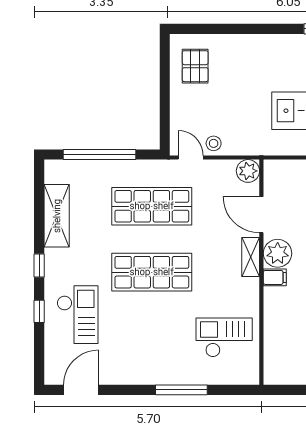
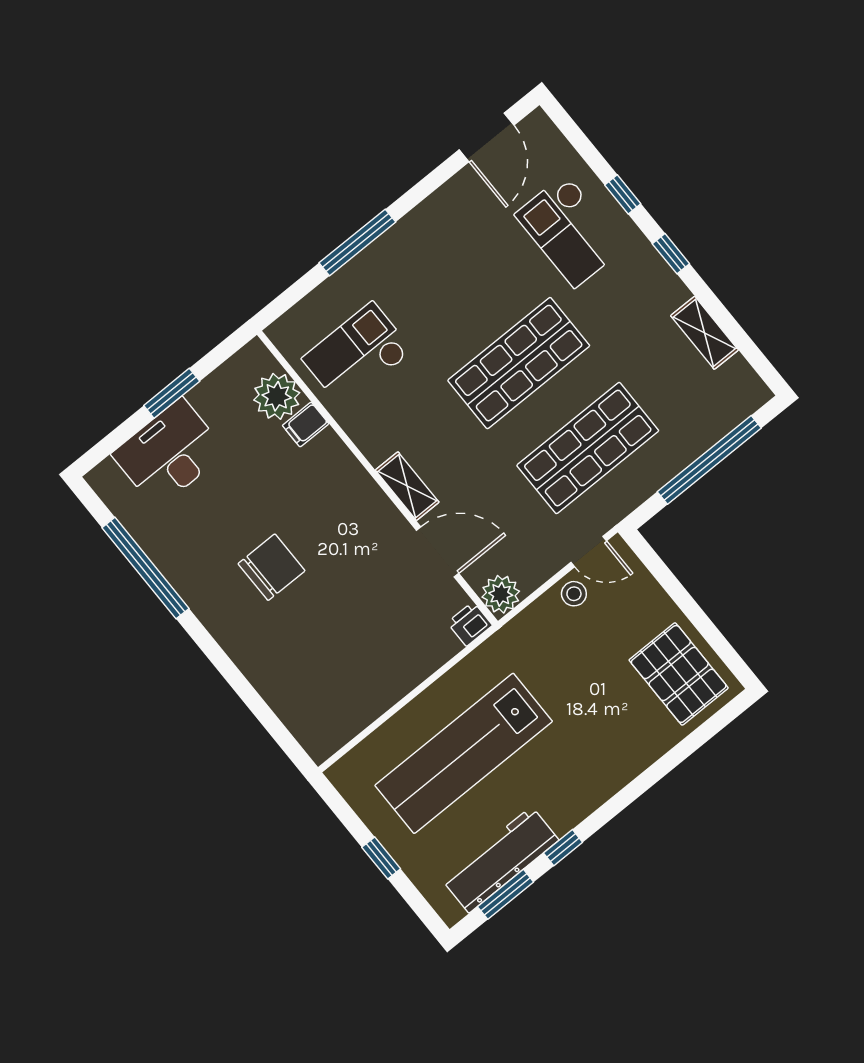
pallet: (195, 66) -> (679, 674), width x1.50, depth x1.42
printer: (274, 169) -> (470, 624), added
shelving: (57, 216) -> (704, 333), width x0.67, depth x0.75
plant: (278, 253) -> (277, 396), moved
filing cabinet: (275, 277) -> (306, 425), moved
checkout: (224, 337) -> (357, 355), turned 180

